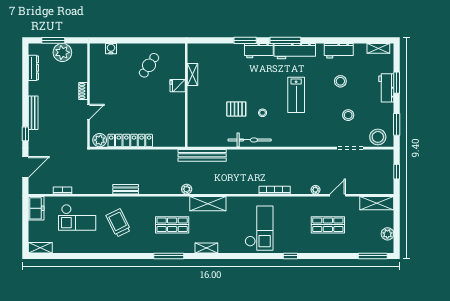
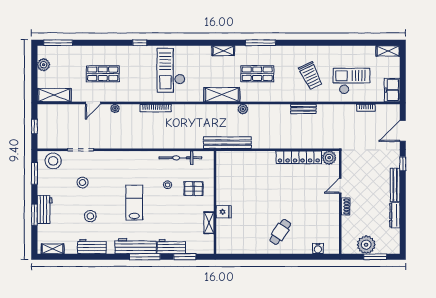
dresser: (33, 68) -> (395, 215), moved
shelving: (193, 75) -> (209, 223), moved
fridge: (178, 86) -> (224, 212), moved
wall: (186, 95) -> (215, 202), moved

